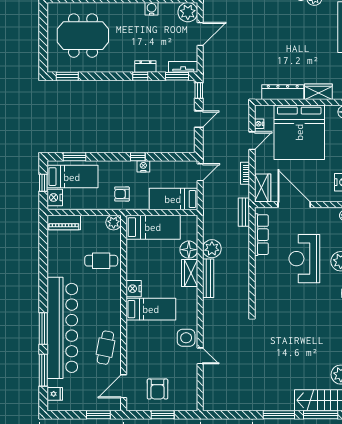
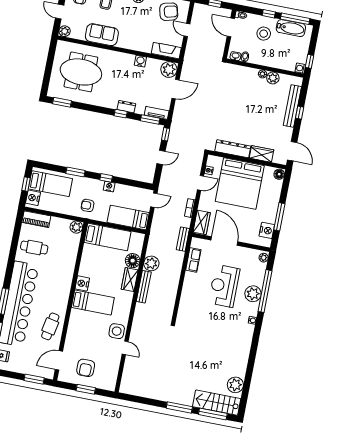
window: (75, 157) -> (75, 172), moved
row of seats: (261, 235) -> (193, 260), width x0.68
cafe table: (101, 261) -> (34, 248), moved

